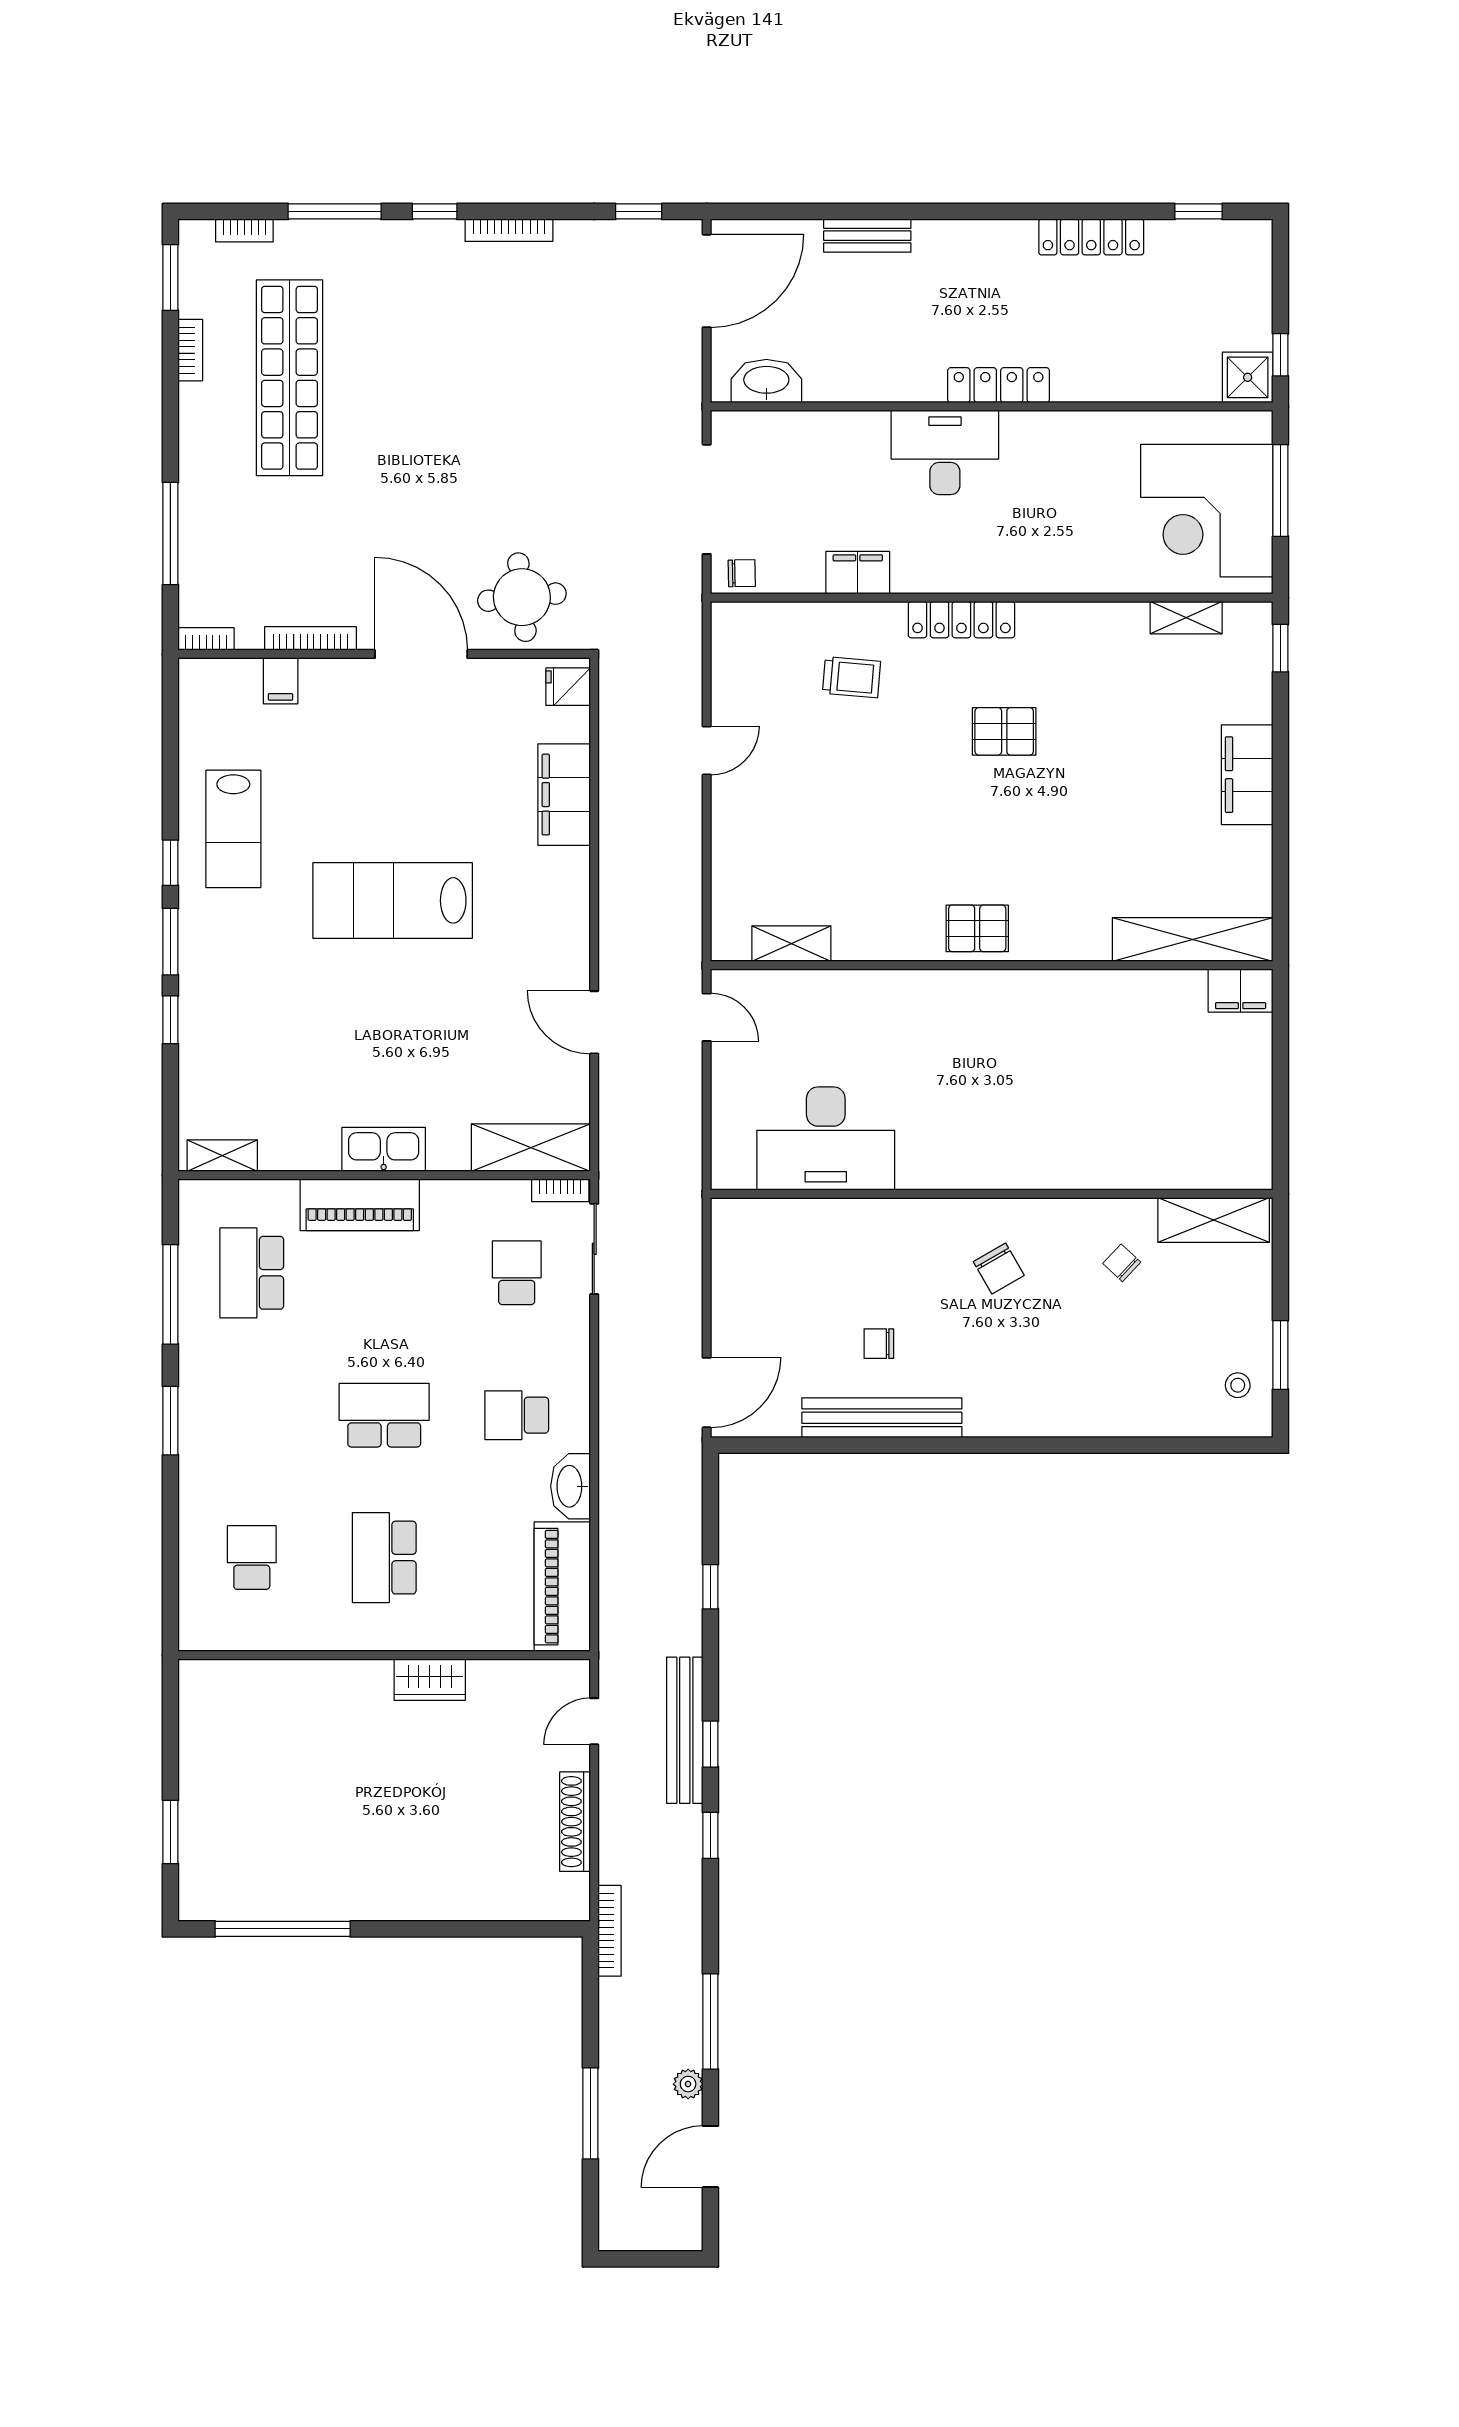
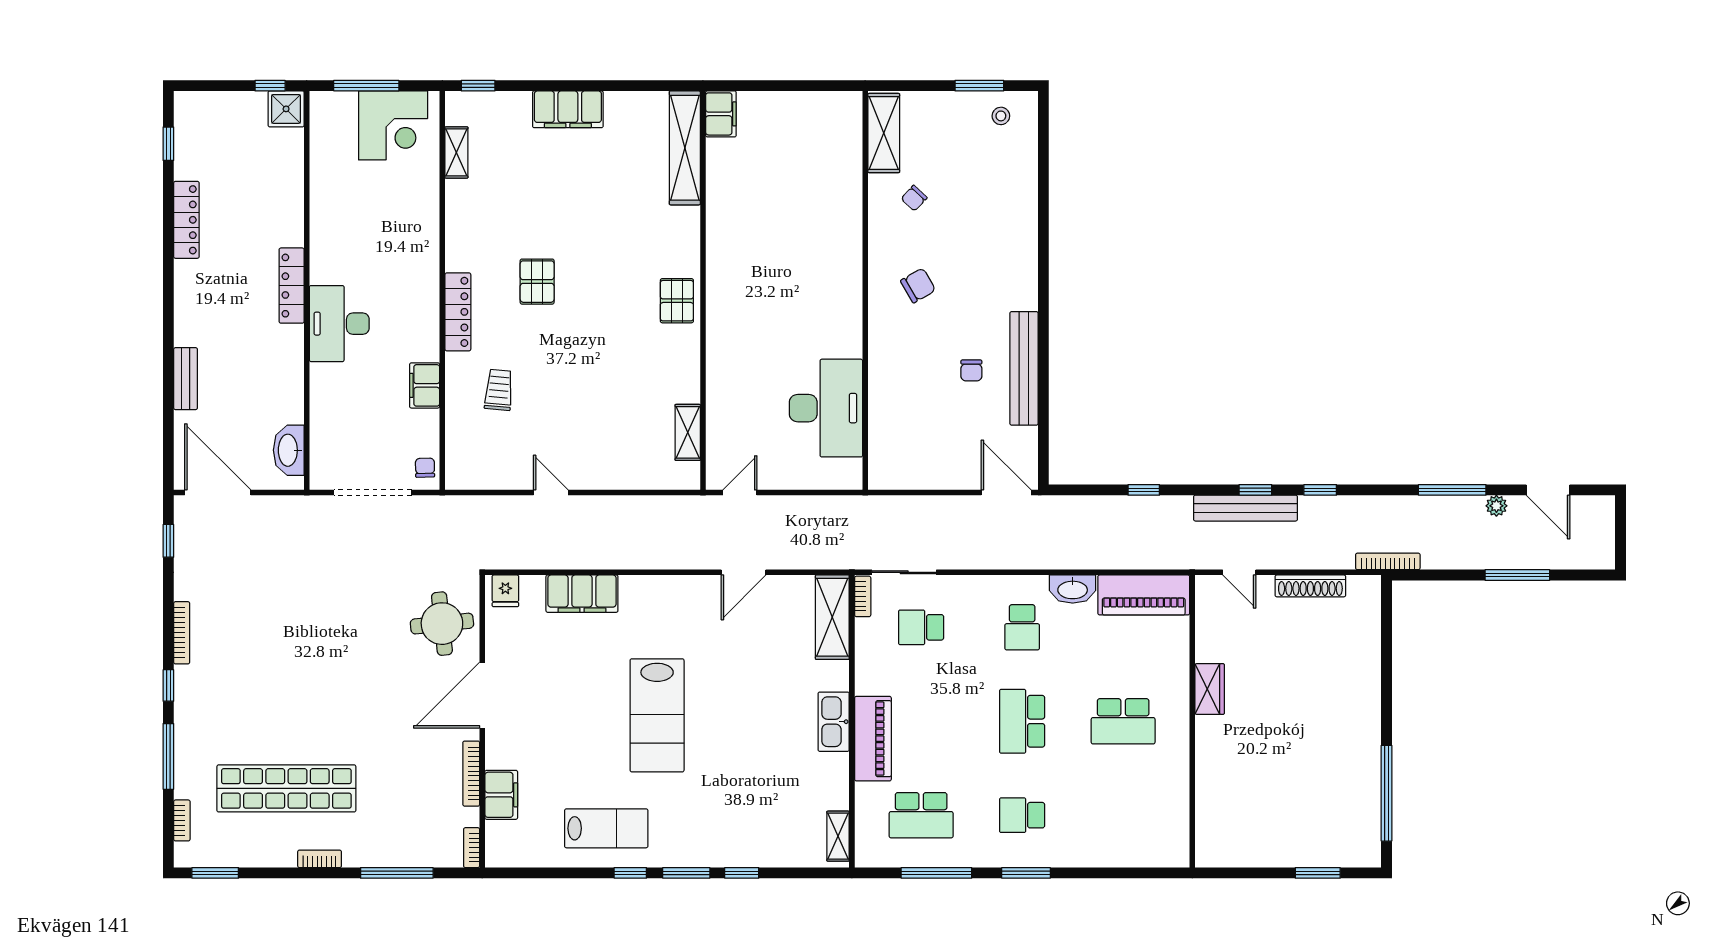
bookcase: (190, 350) -> (320, 859), moved
corner desk: (1207, 511) -> (393, 125), width x0.74, depth x0.74
filing cabinet: (281, 681) -> (501, 795), width x2.00
school desk: (252, 1558) -> (1022, 815), moved

